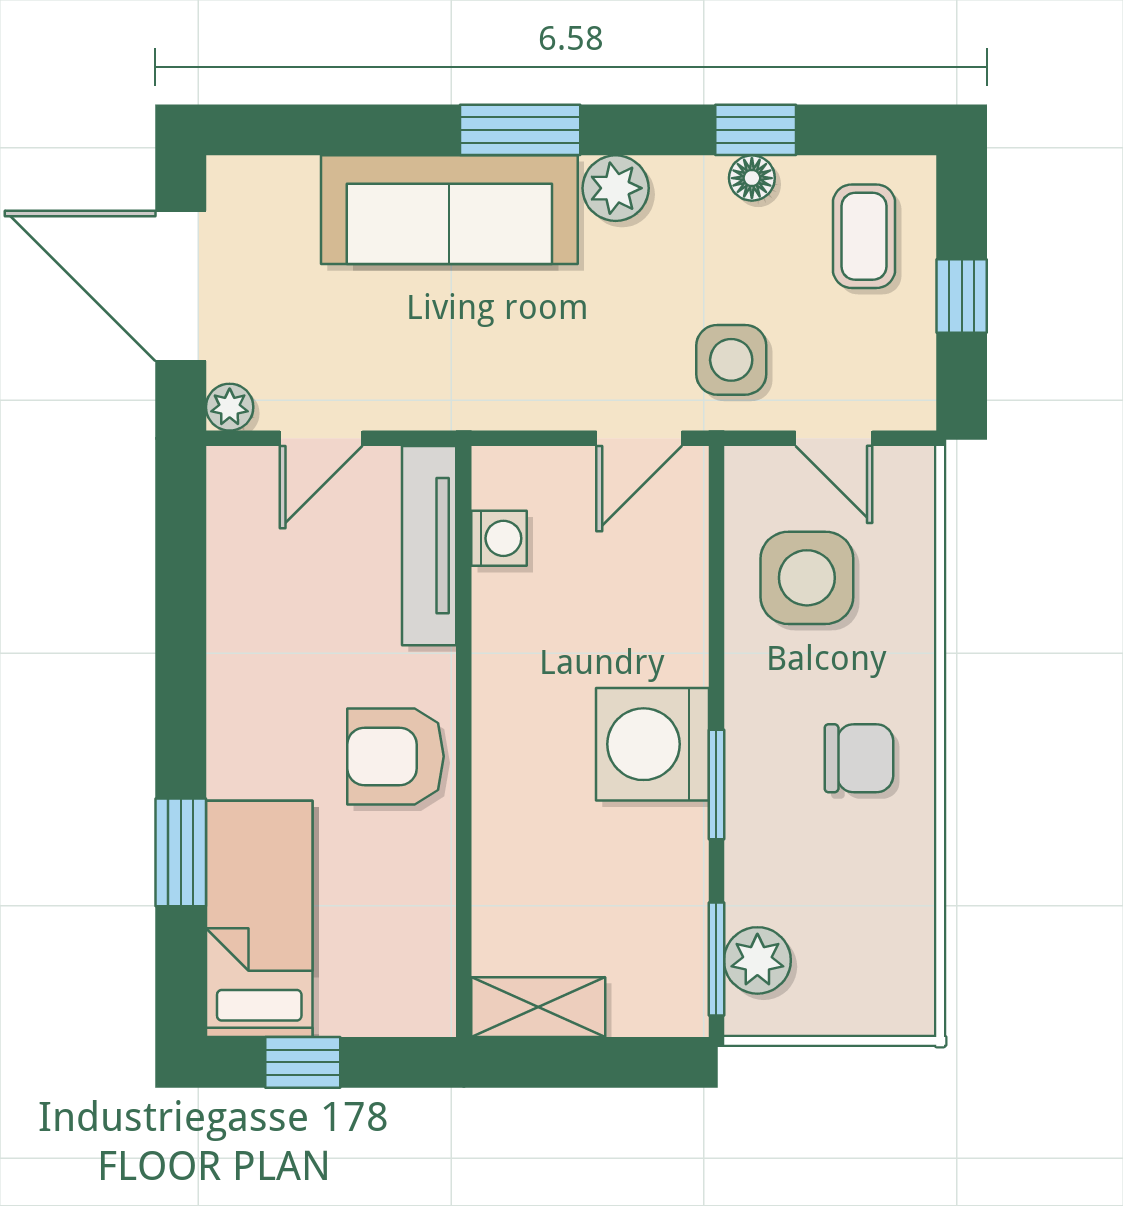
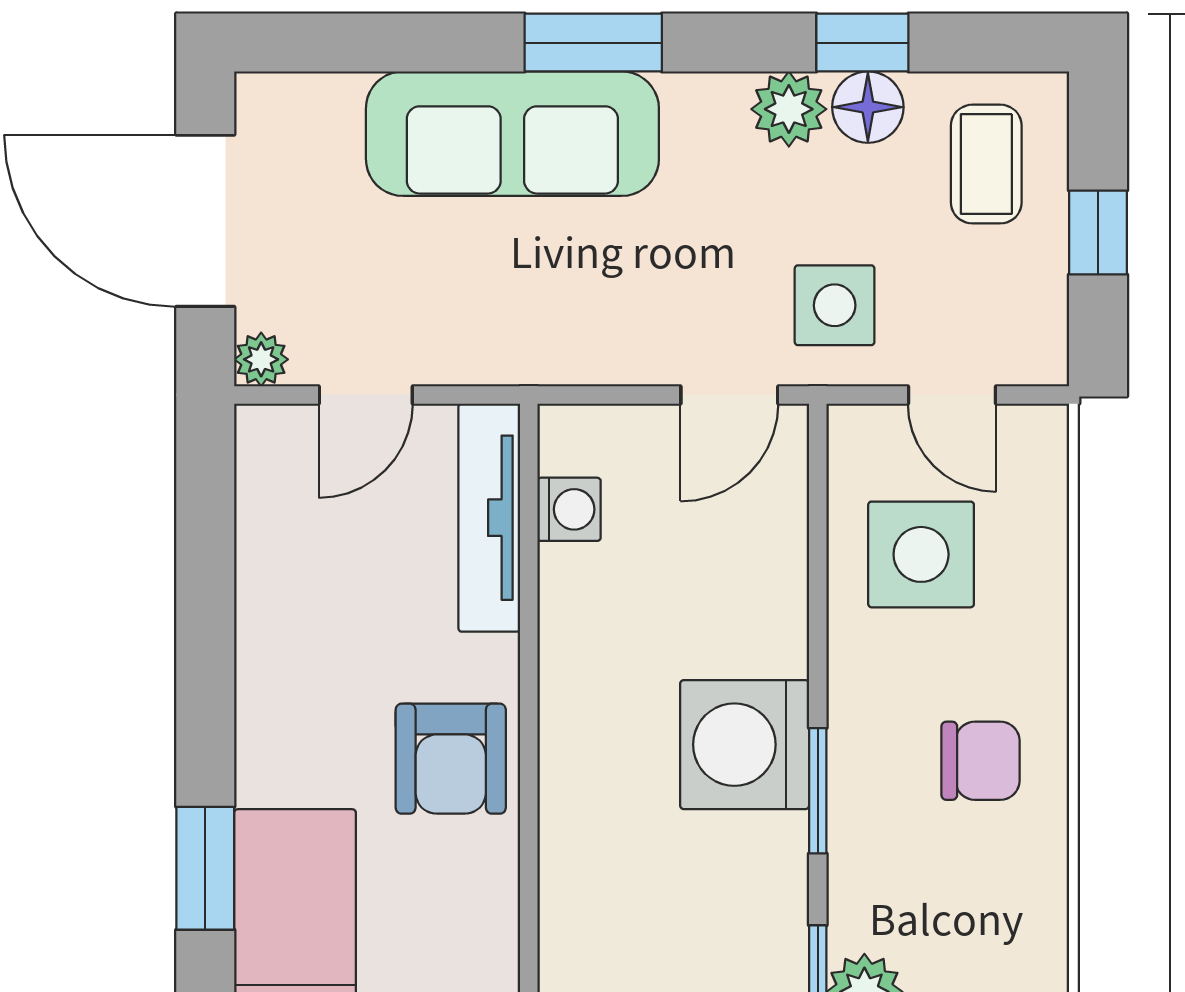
floor lamp: (752, 178) -> (868, 107), width x1.37, depth x1.37
plant: (616, 188) -> (789, 109), moved
armchair: (395, 756) -> (451, 759), turned -90

